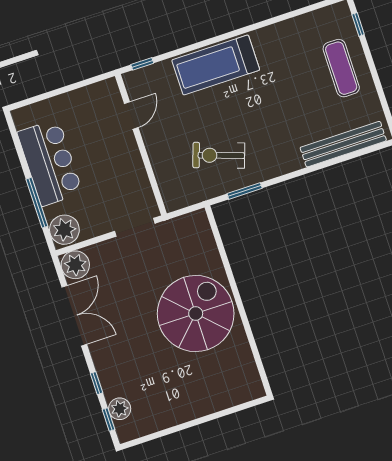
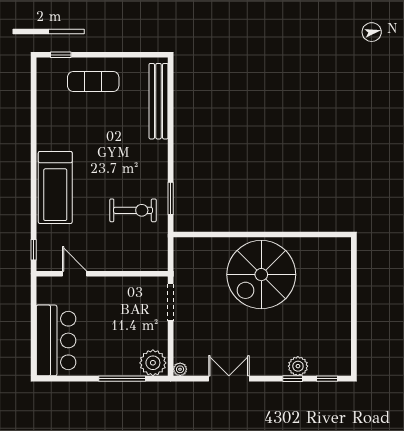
exercise bike: (219, 155) -> (133, 210), turned -109
bar counter: (50, 163) -> (56, 340), moved, turned 90
plant: (75, 265) -> (180, 369), width x0.53, depth x0.53
spiral stairs: (196, 314) -> (261, 275), turned -90
double door: (74, 316) -> (229, 379), width x0.73
plant: (120, 409) -> (298, 366), moved

